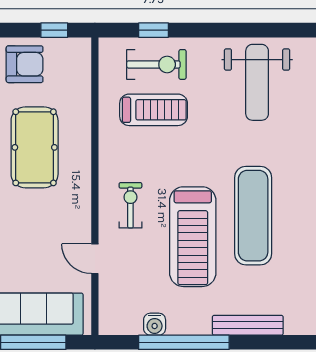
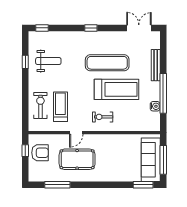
window: (154, 30) -> (25, 62), moved
armchair: (25, 64) -> (40, 153), moved, turned 90
weight bench: (257, 82) -> (48, 61), width x0.73, depth x0.75
door: (95, 259) -> (76, 133), moved

